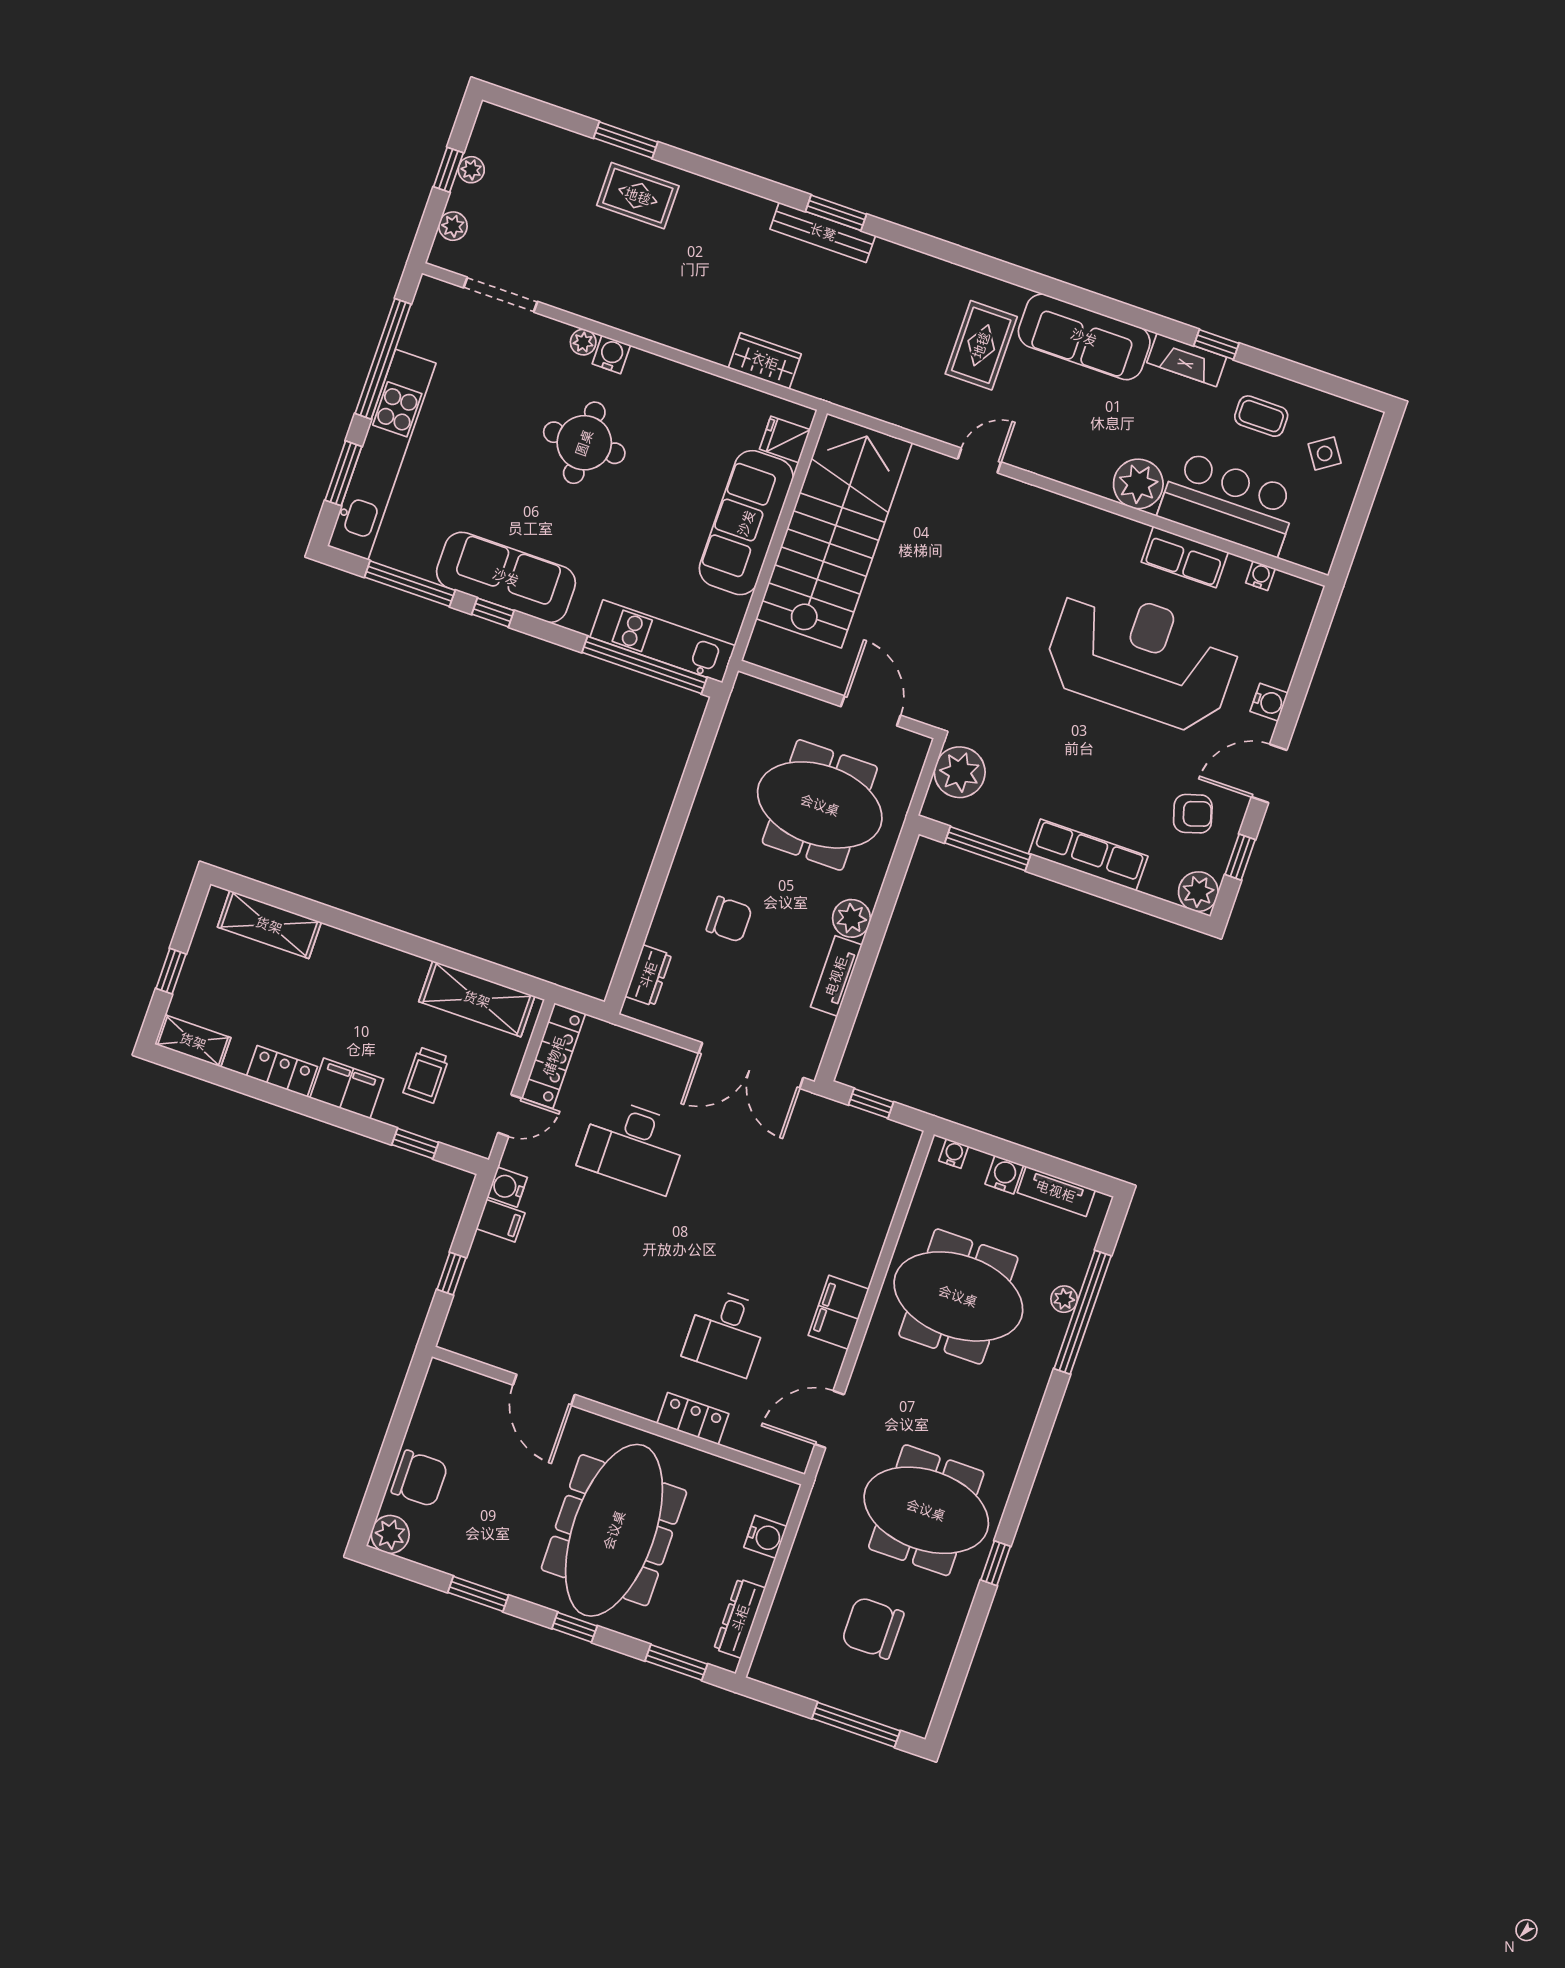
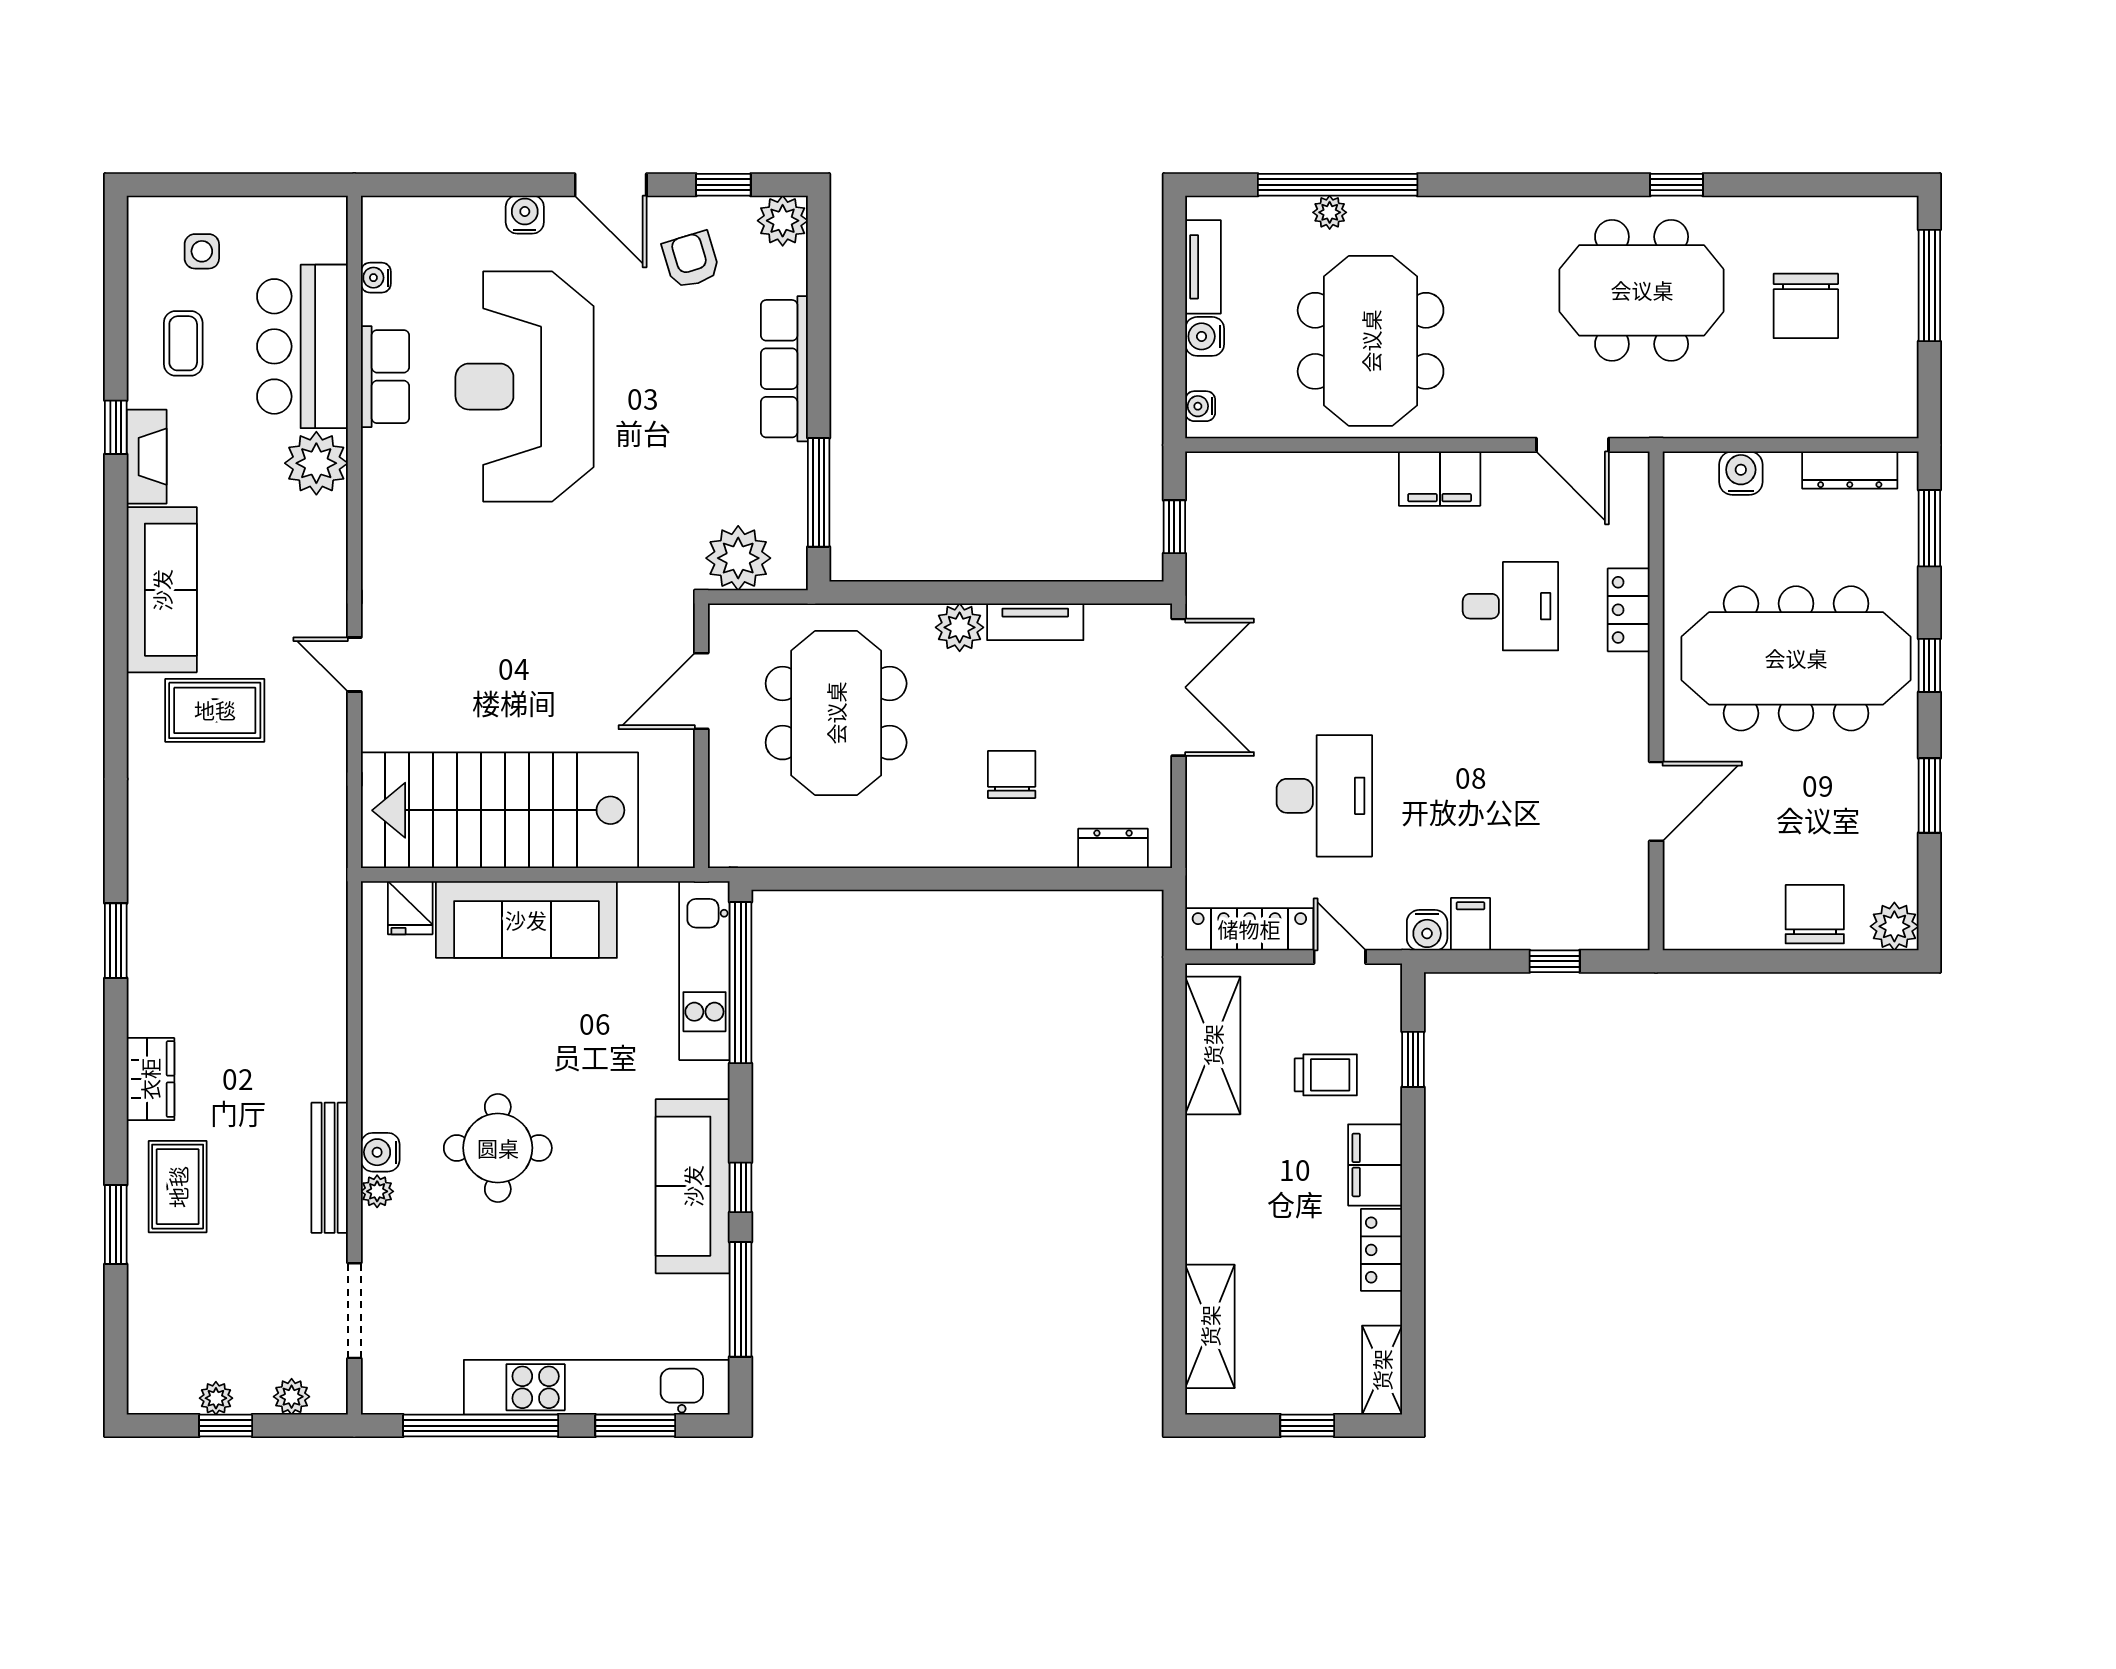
bench: (823, 232) -> (330, 1168), moved
wardrobe: (765, 361) -> (150, 1079), moved, turned 180
side table: (1325, 453) -> (202, 251), turned 34
meeting table: (926, 1510) -> (1642, 290), turned 90

